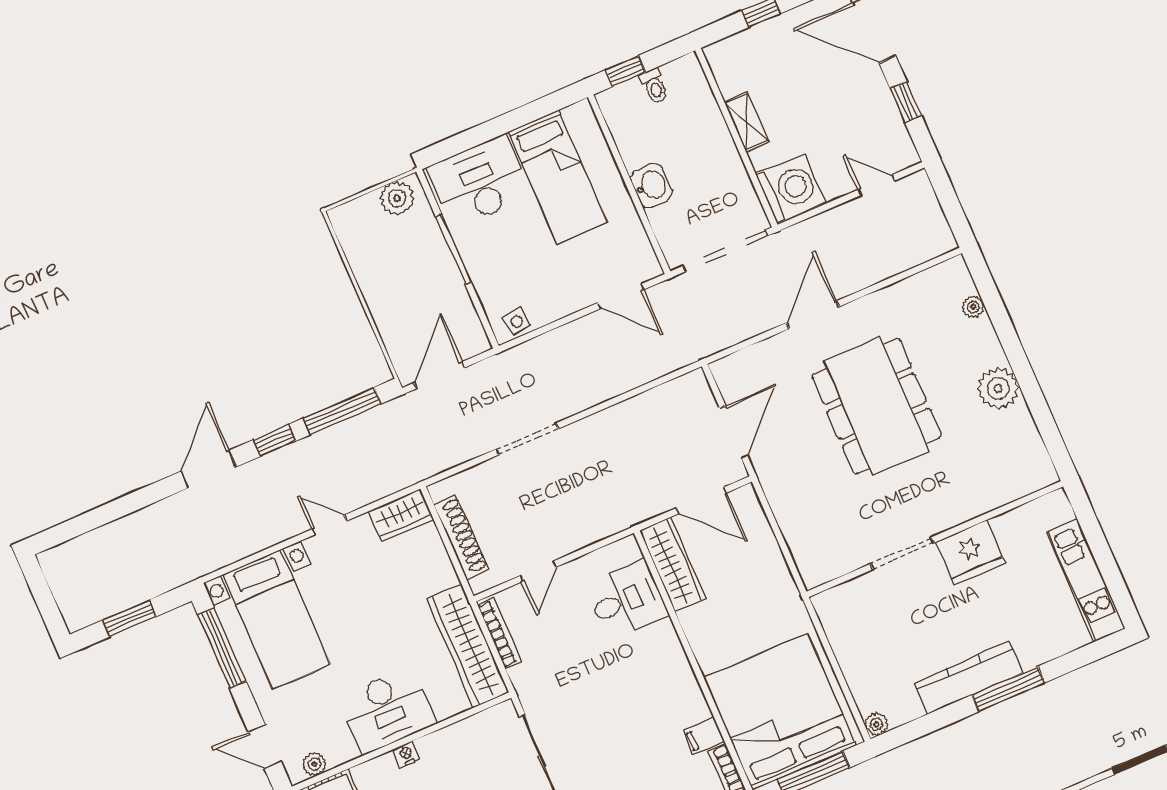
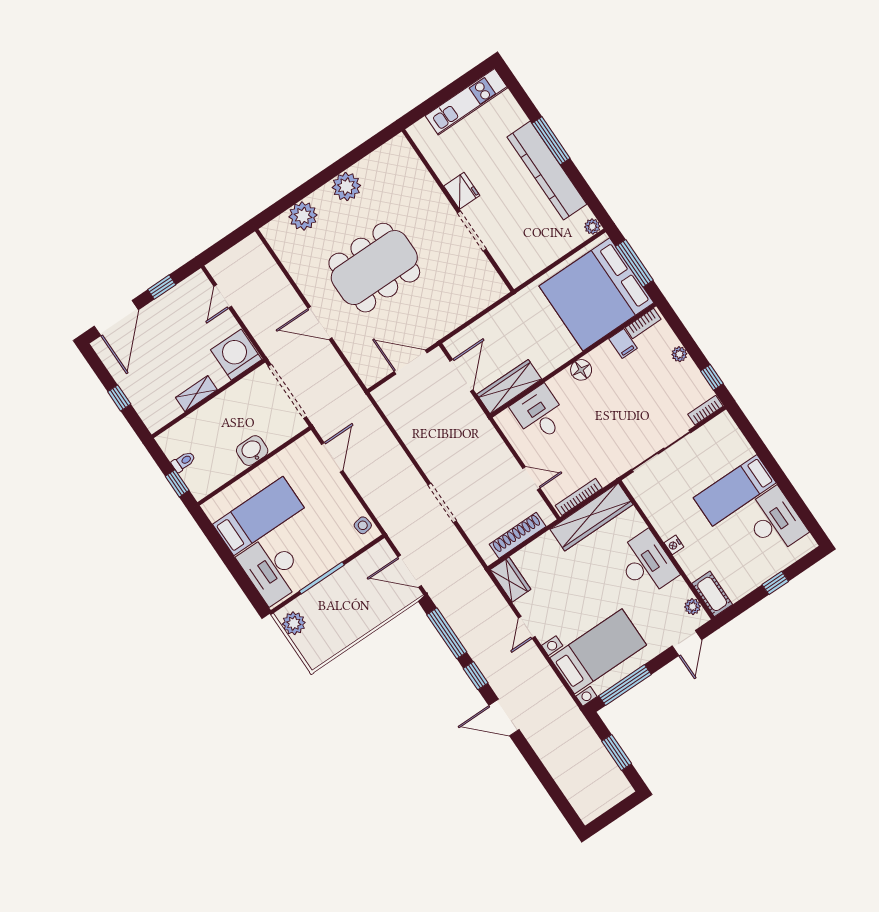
plant: (973, 307) -> (303, 216), width x1.87, depth x1.87
fridge: (971, 552) -> (462, 191), width x0.73, depth x0.75
floor lamp: (678, 670) -> (581, 370), added
kitchen counter: (968, 678) -> (547, 171), width x1.39, depth x1.17

